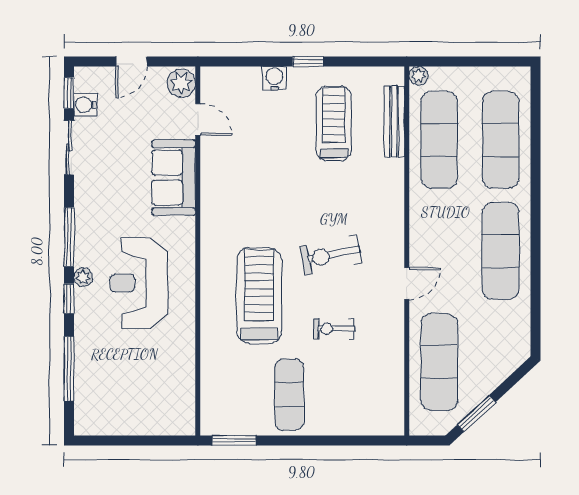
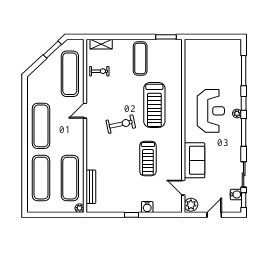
treadmill: (334, 123) -> (148, 158), moved
exercise bike: (334, 329) -> (99, 71), moved
shelving: (373, 425) -> (101, 44), added

